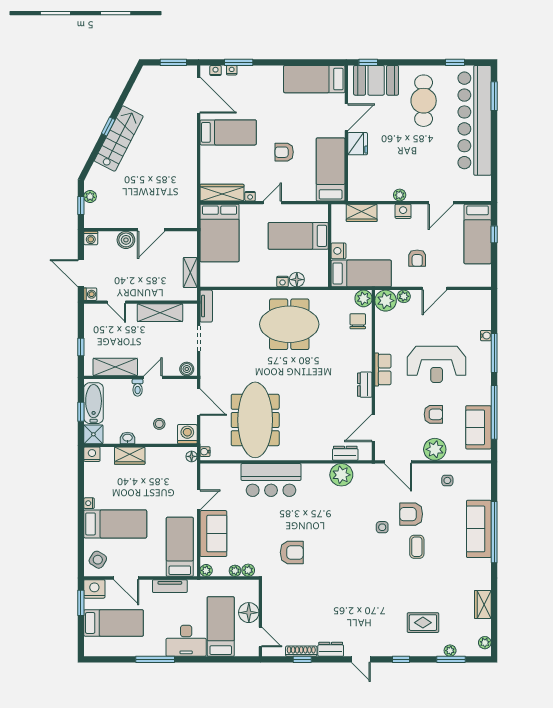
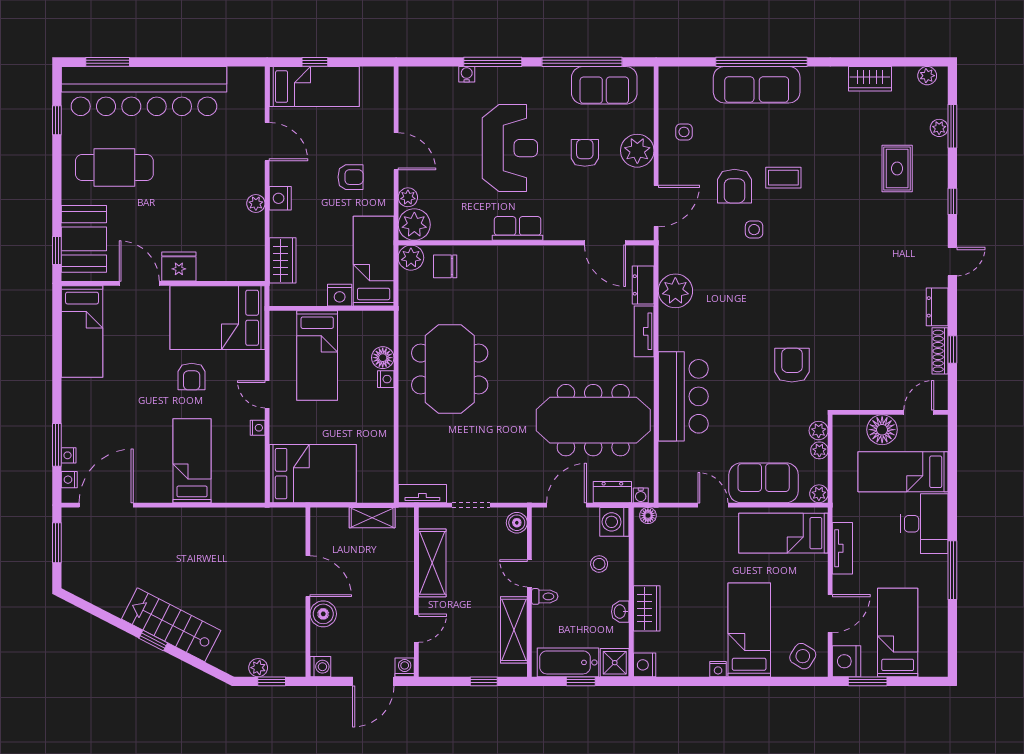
bed: (228, 132) -> (192, 461), moved
bed: (331, 169) -> (218, 318), width x1.50
wardrobe: (222, 193) -> (252, 470), removed
dresser: (365, 385) -> (612, 492), moved, turned 180
tv unit: (314, 454) -> (644, 331), added

